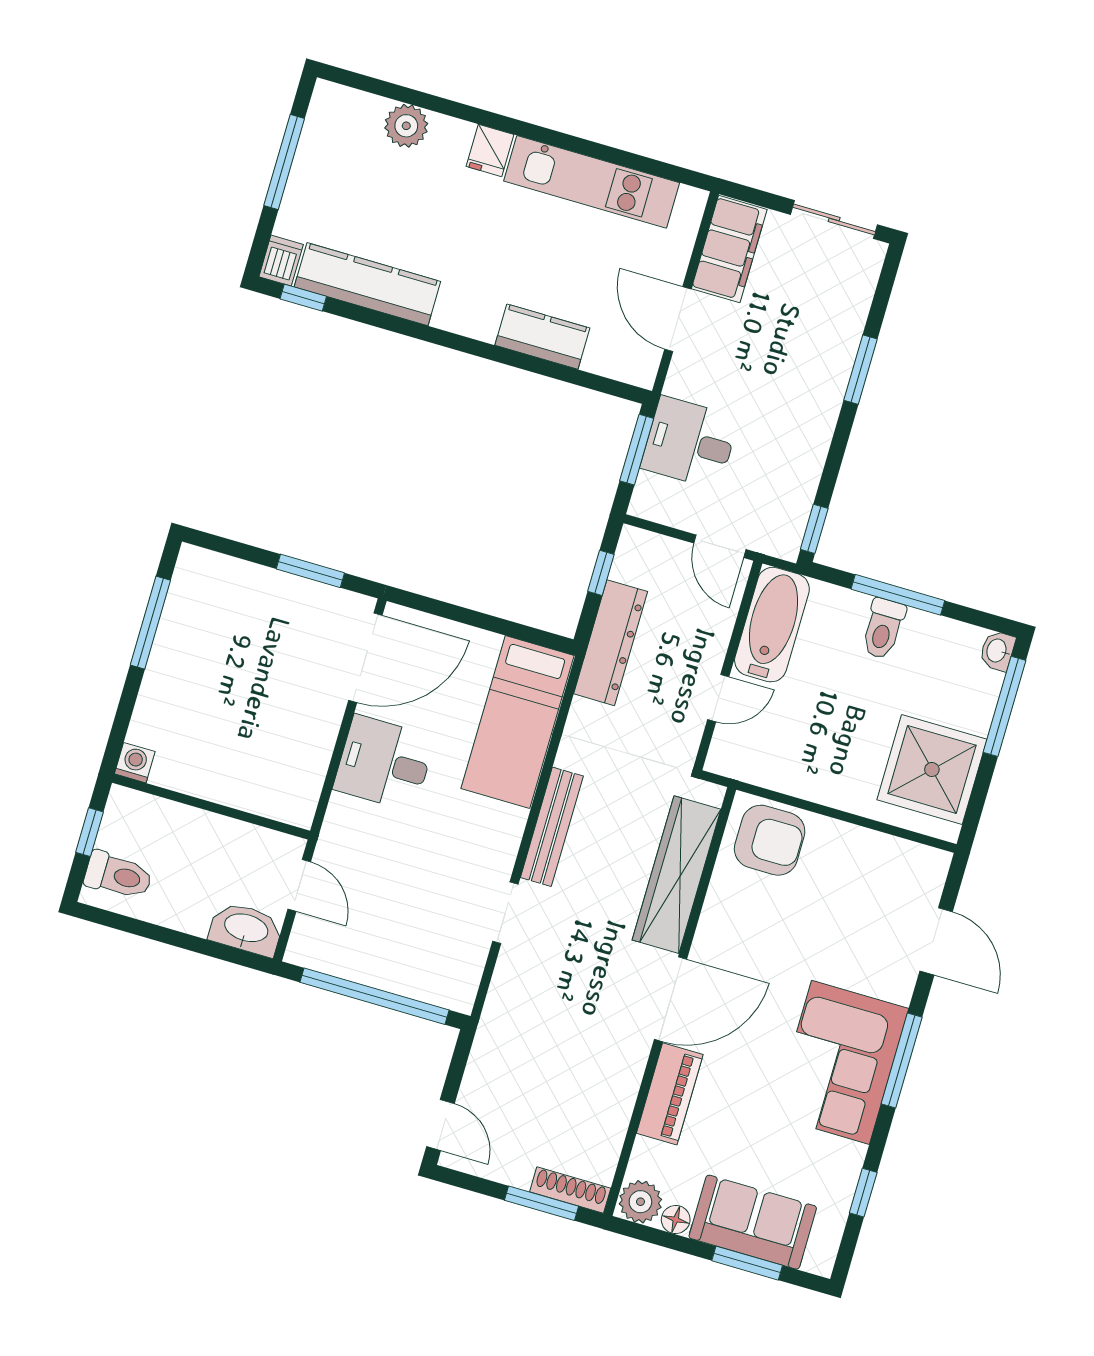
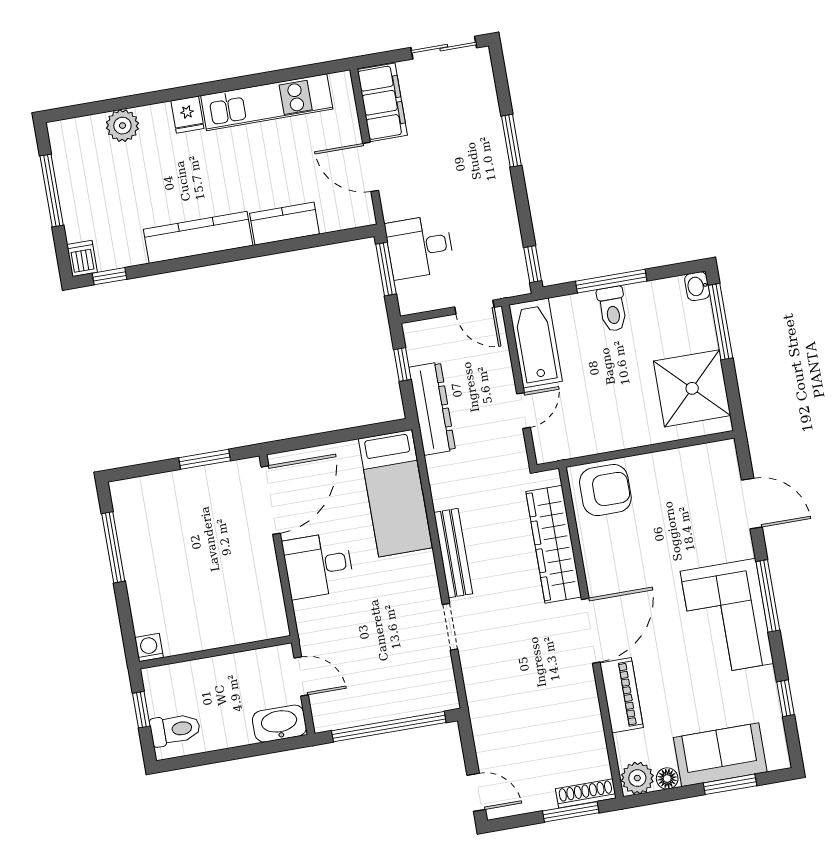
kitchen counter: (367, 284) -> (198, 237), moved

